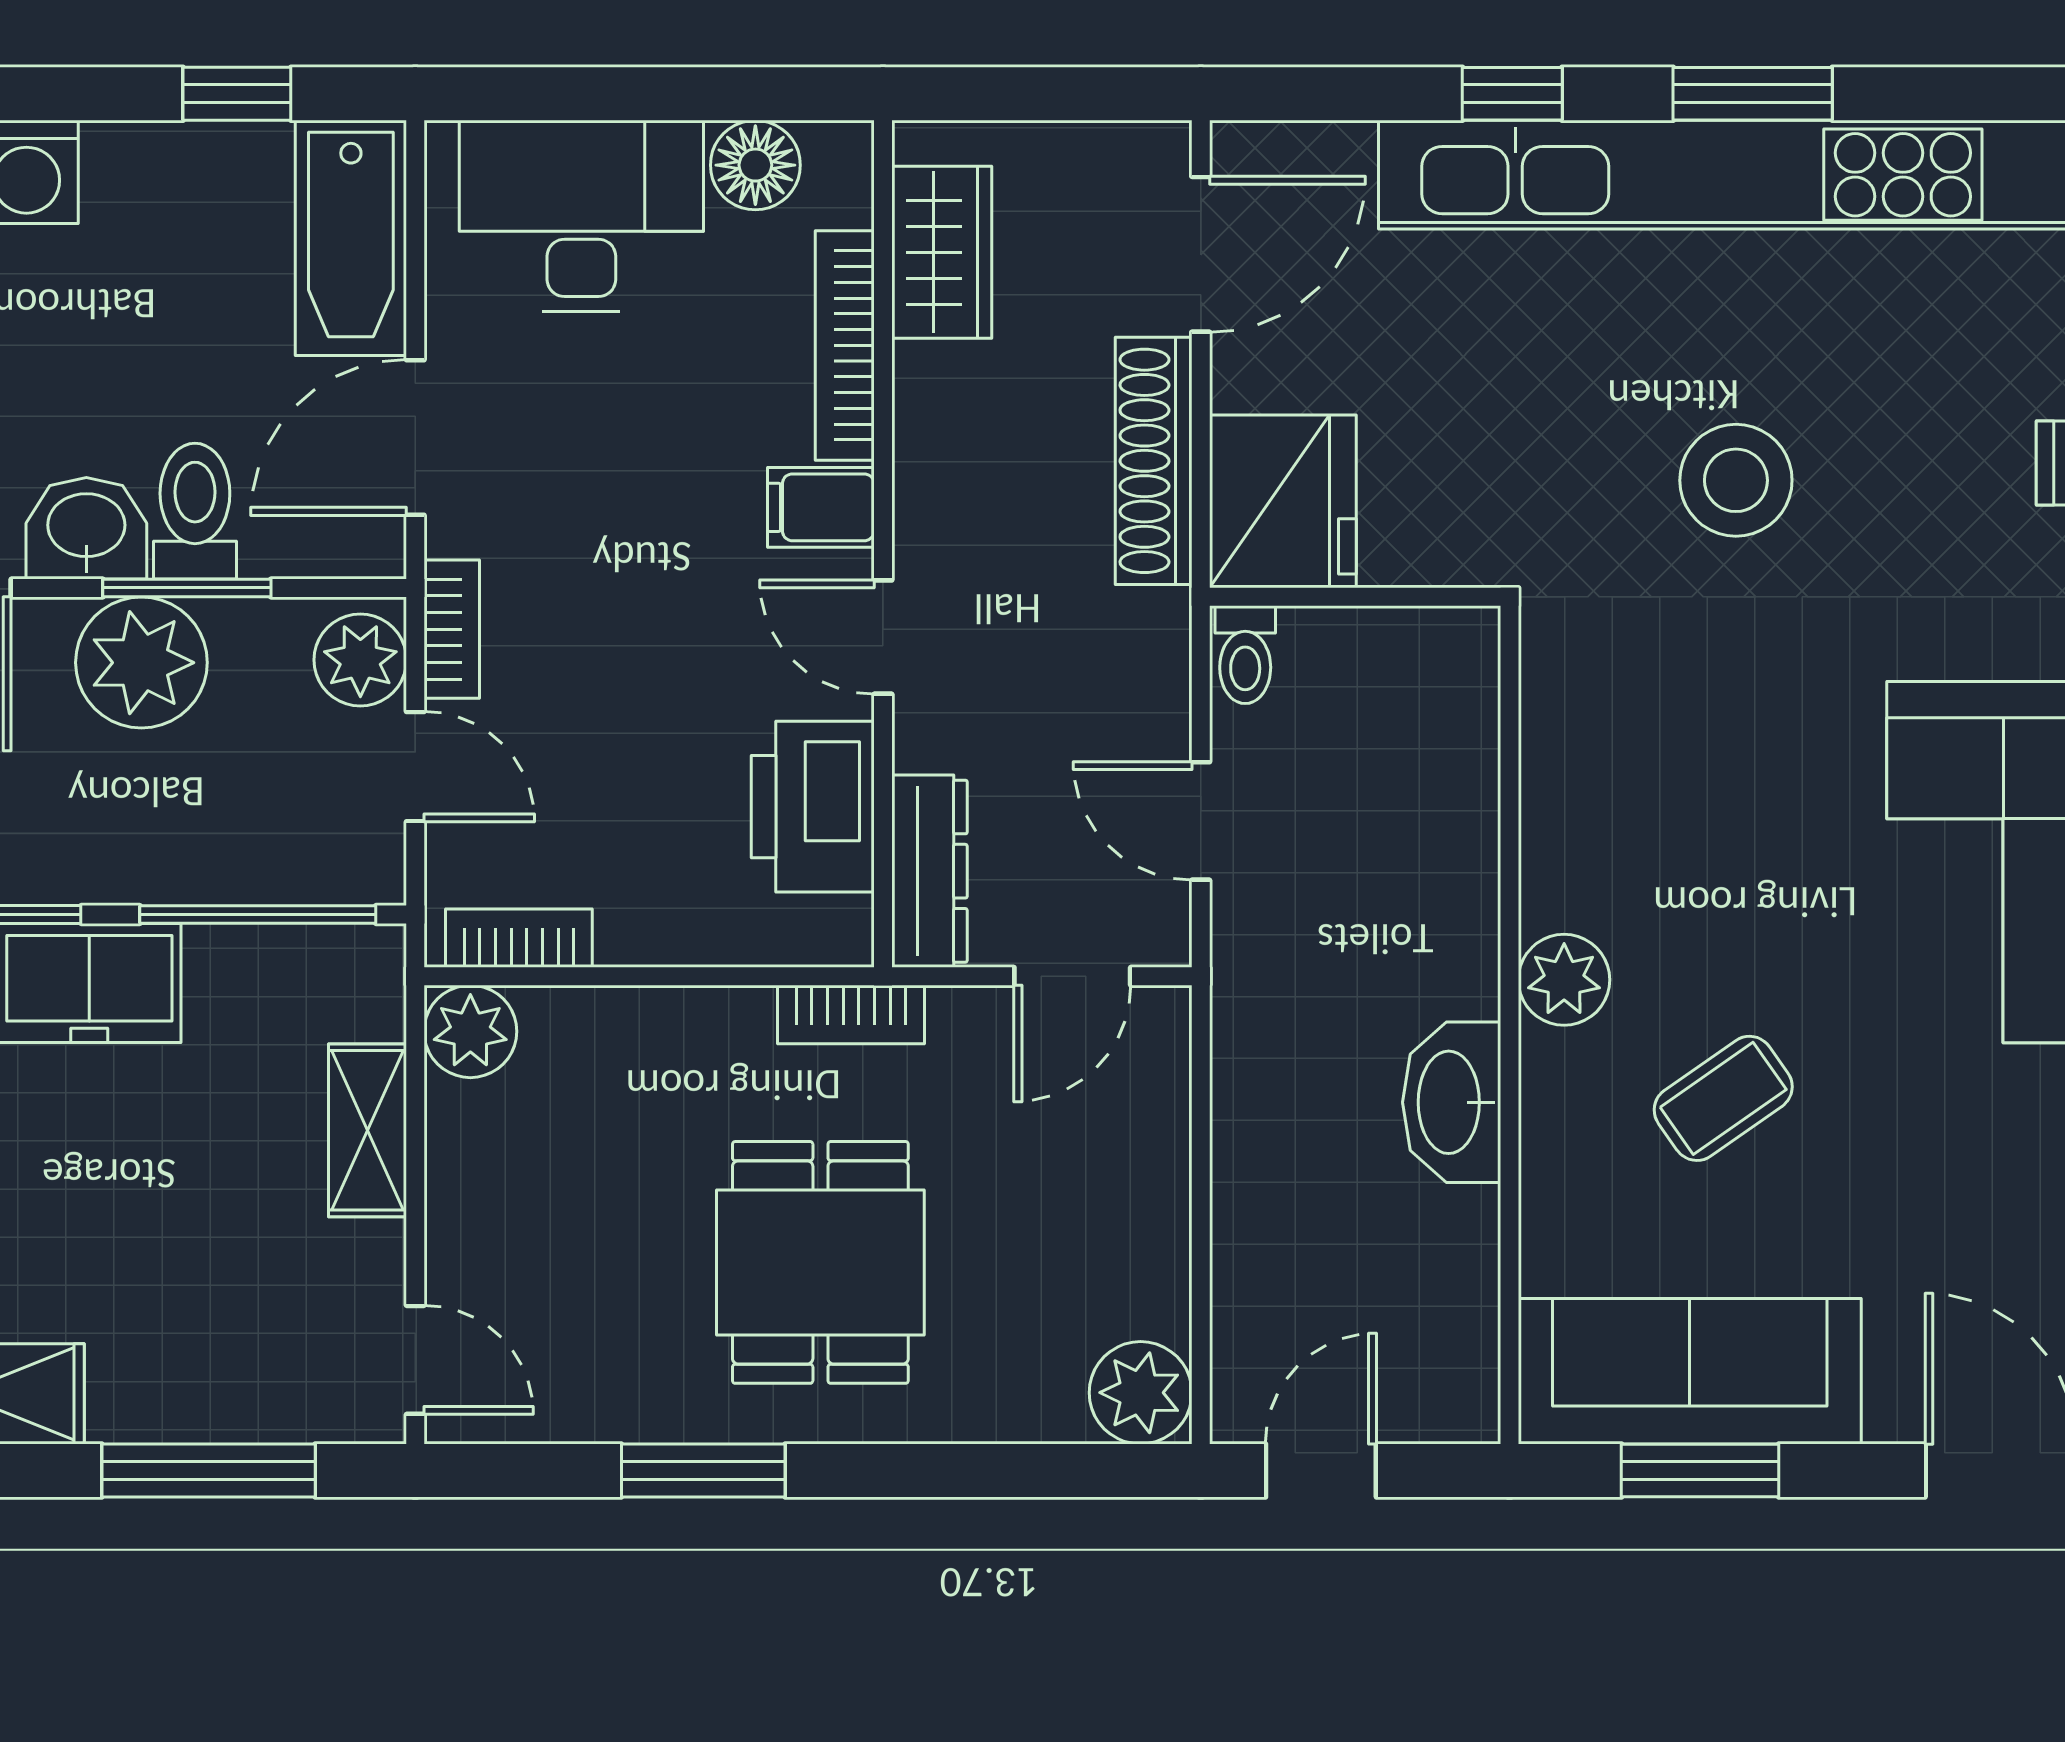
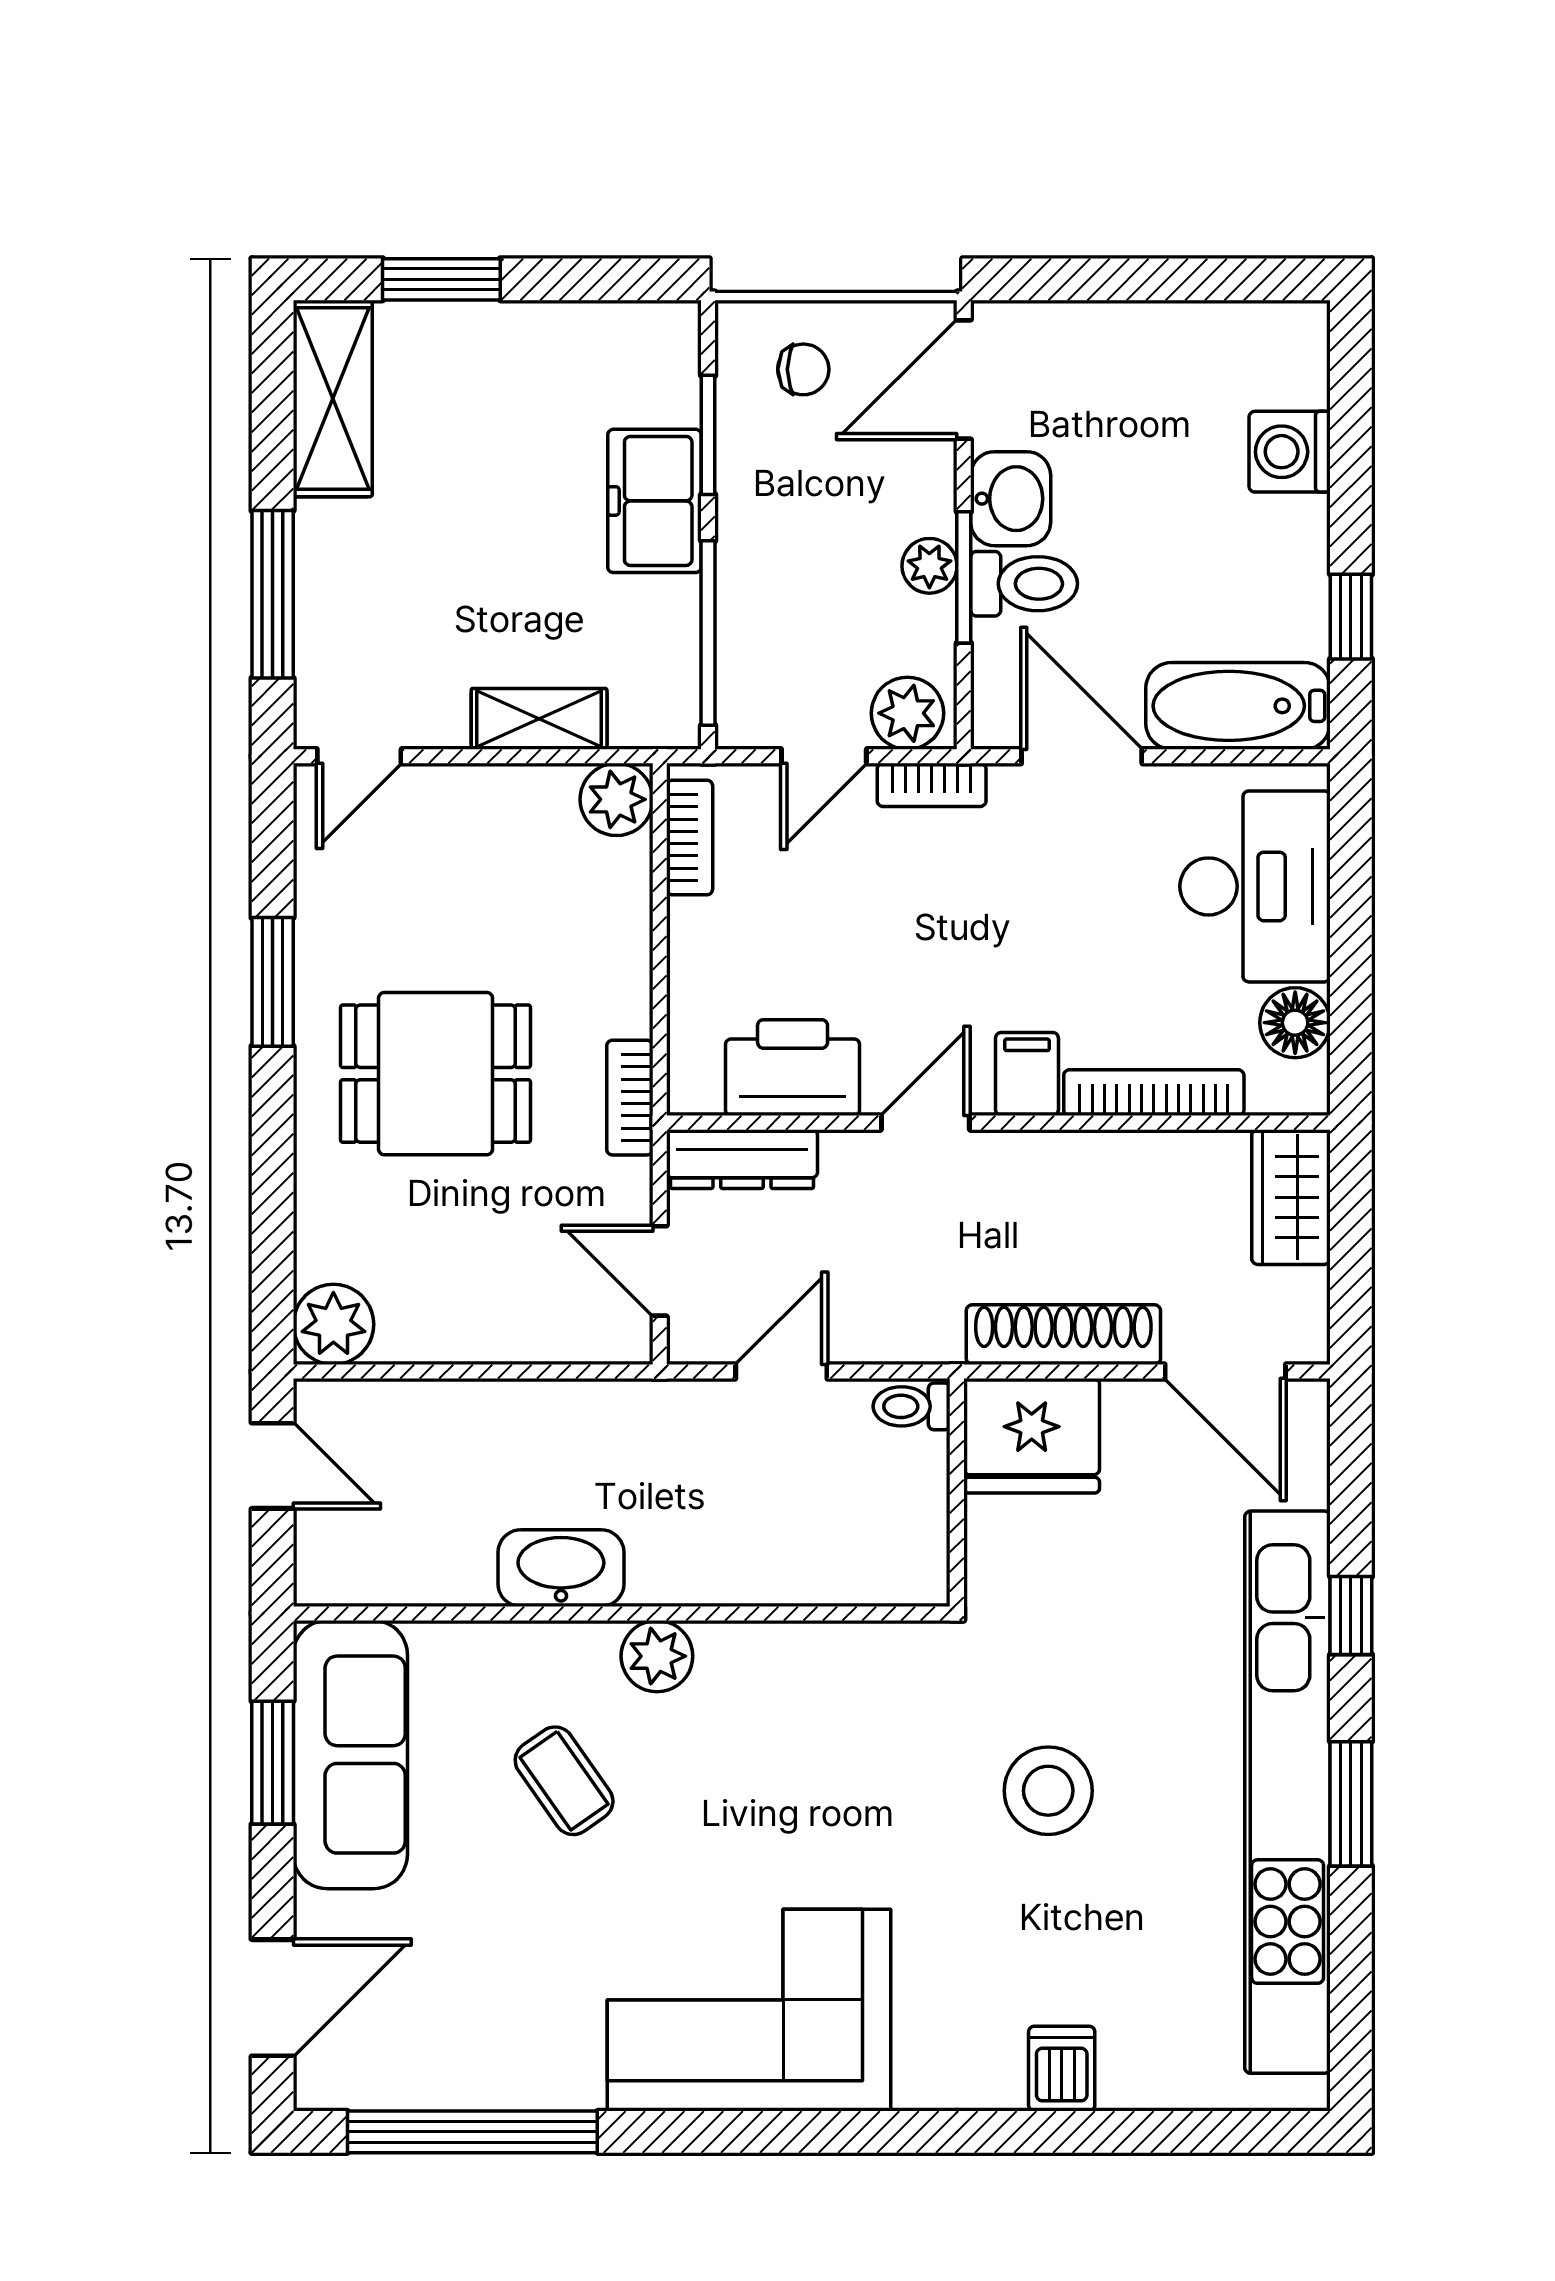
wardrobe: (942, 252) -> (1291, 1197), moved, turned 90
plant: (141, 663) -> (929, 566), width x0.53, depth x0.53

